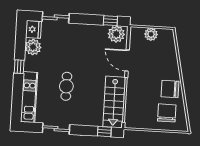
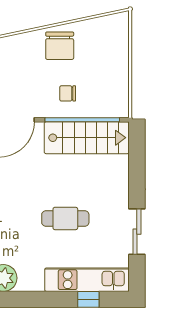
window: (19, 67) -> (88, 299), moved
chair: (167, 113) -> (68, 93), moved, width x0.54, depth x0.54
window: (104, 132) -> (137, 151), removed

